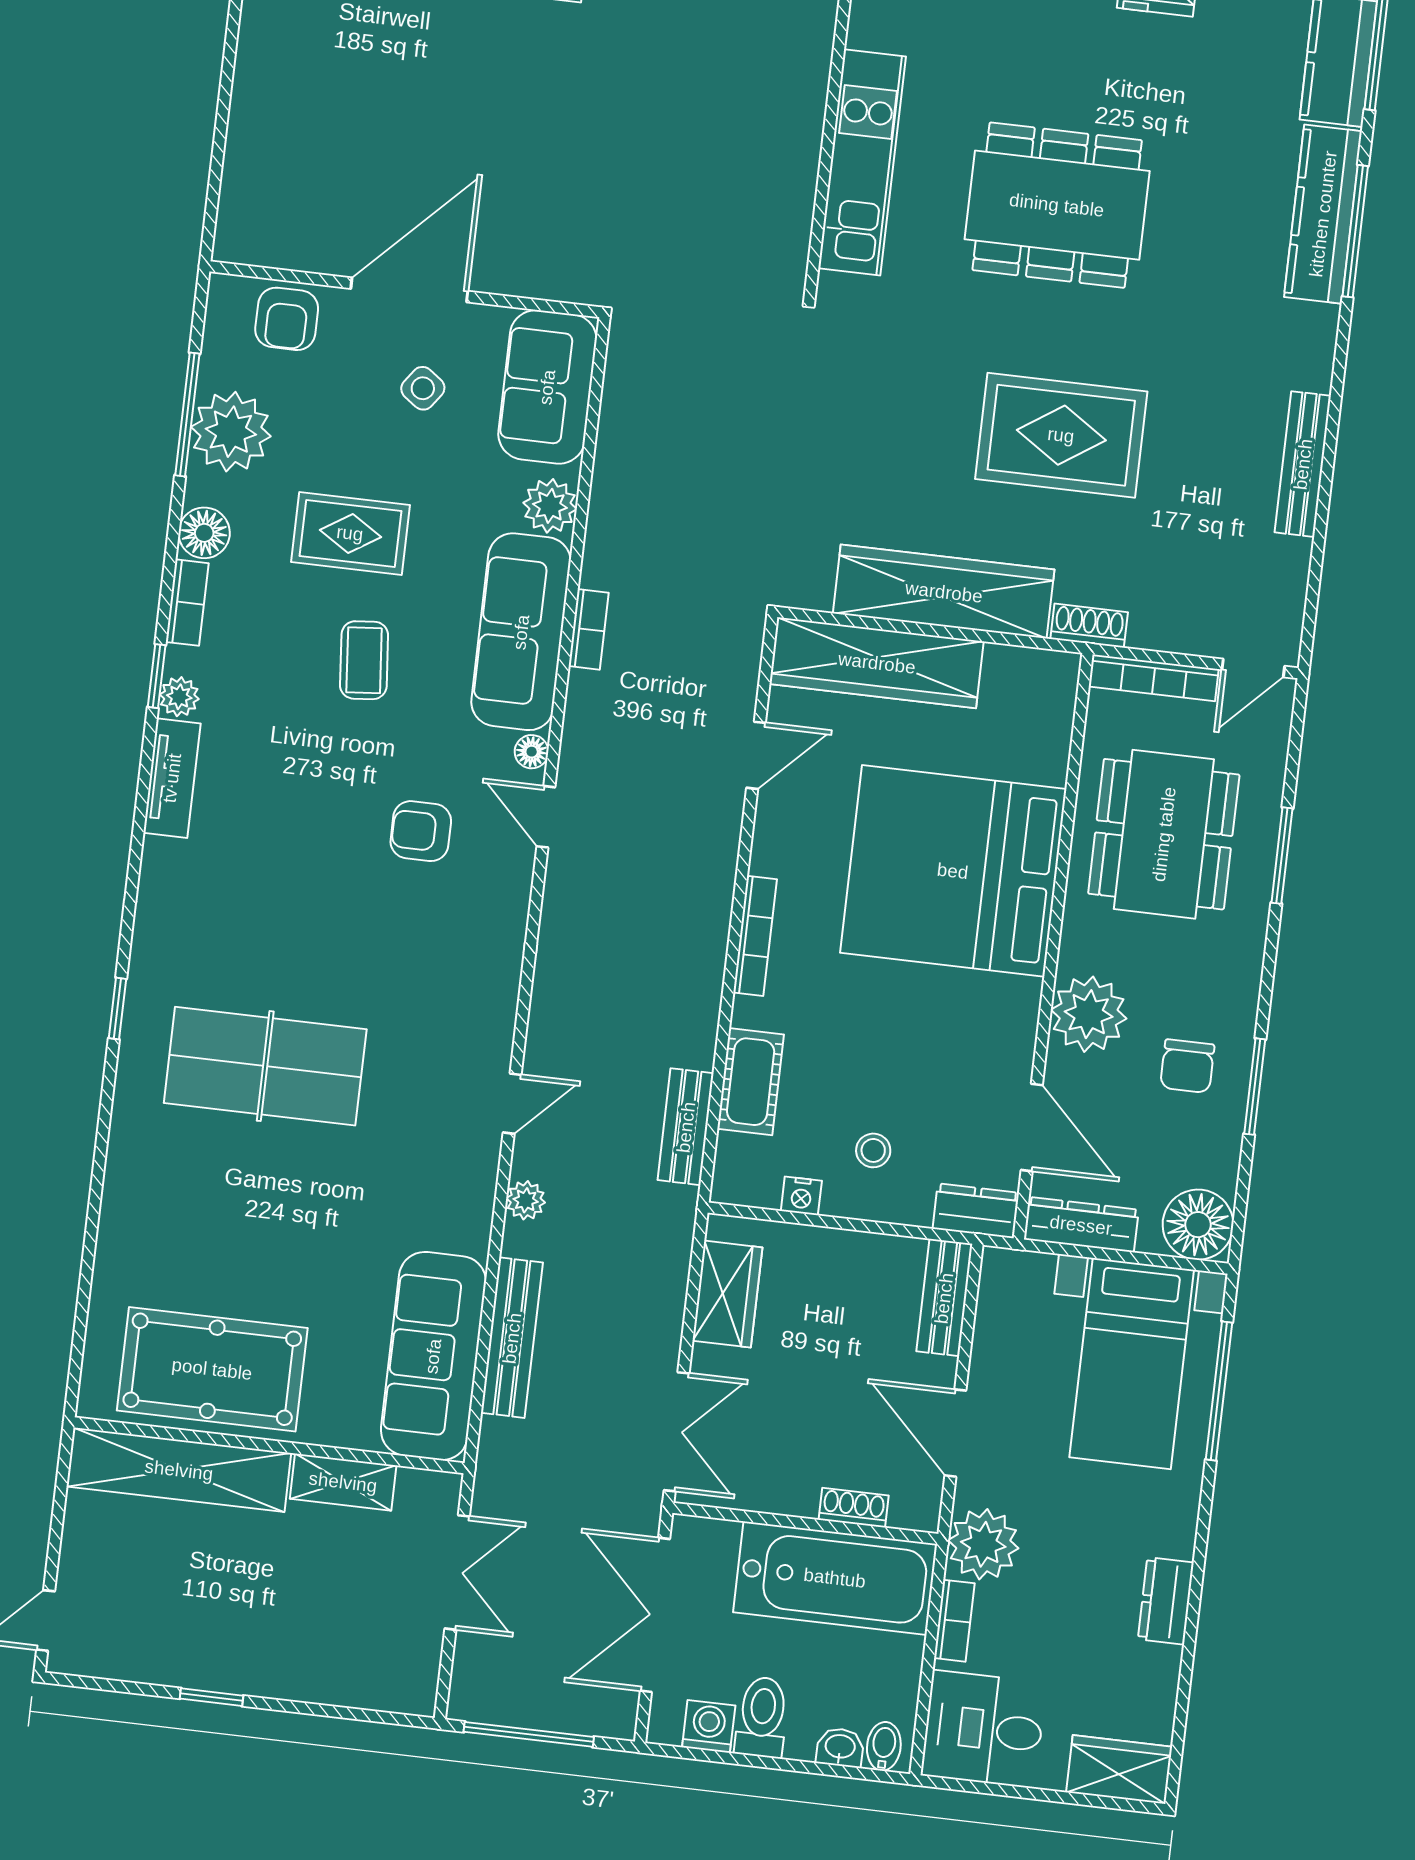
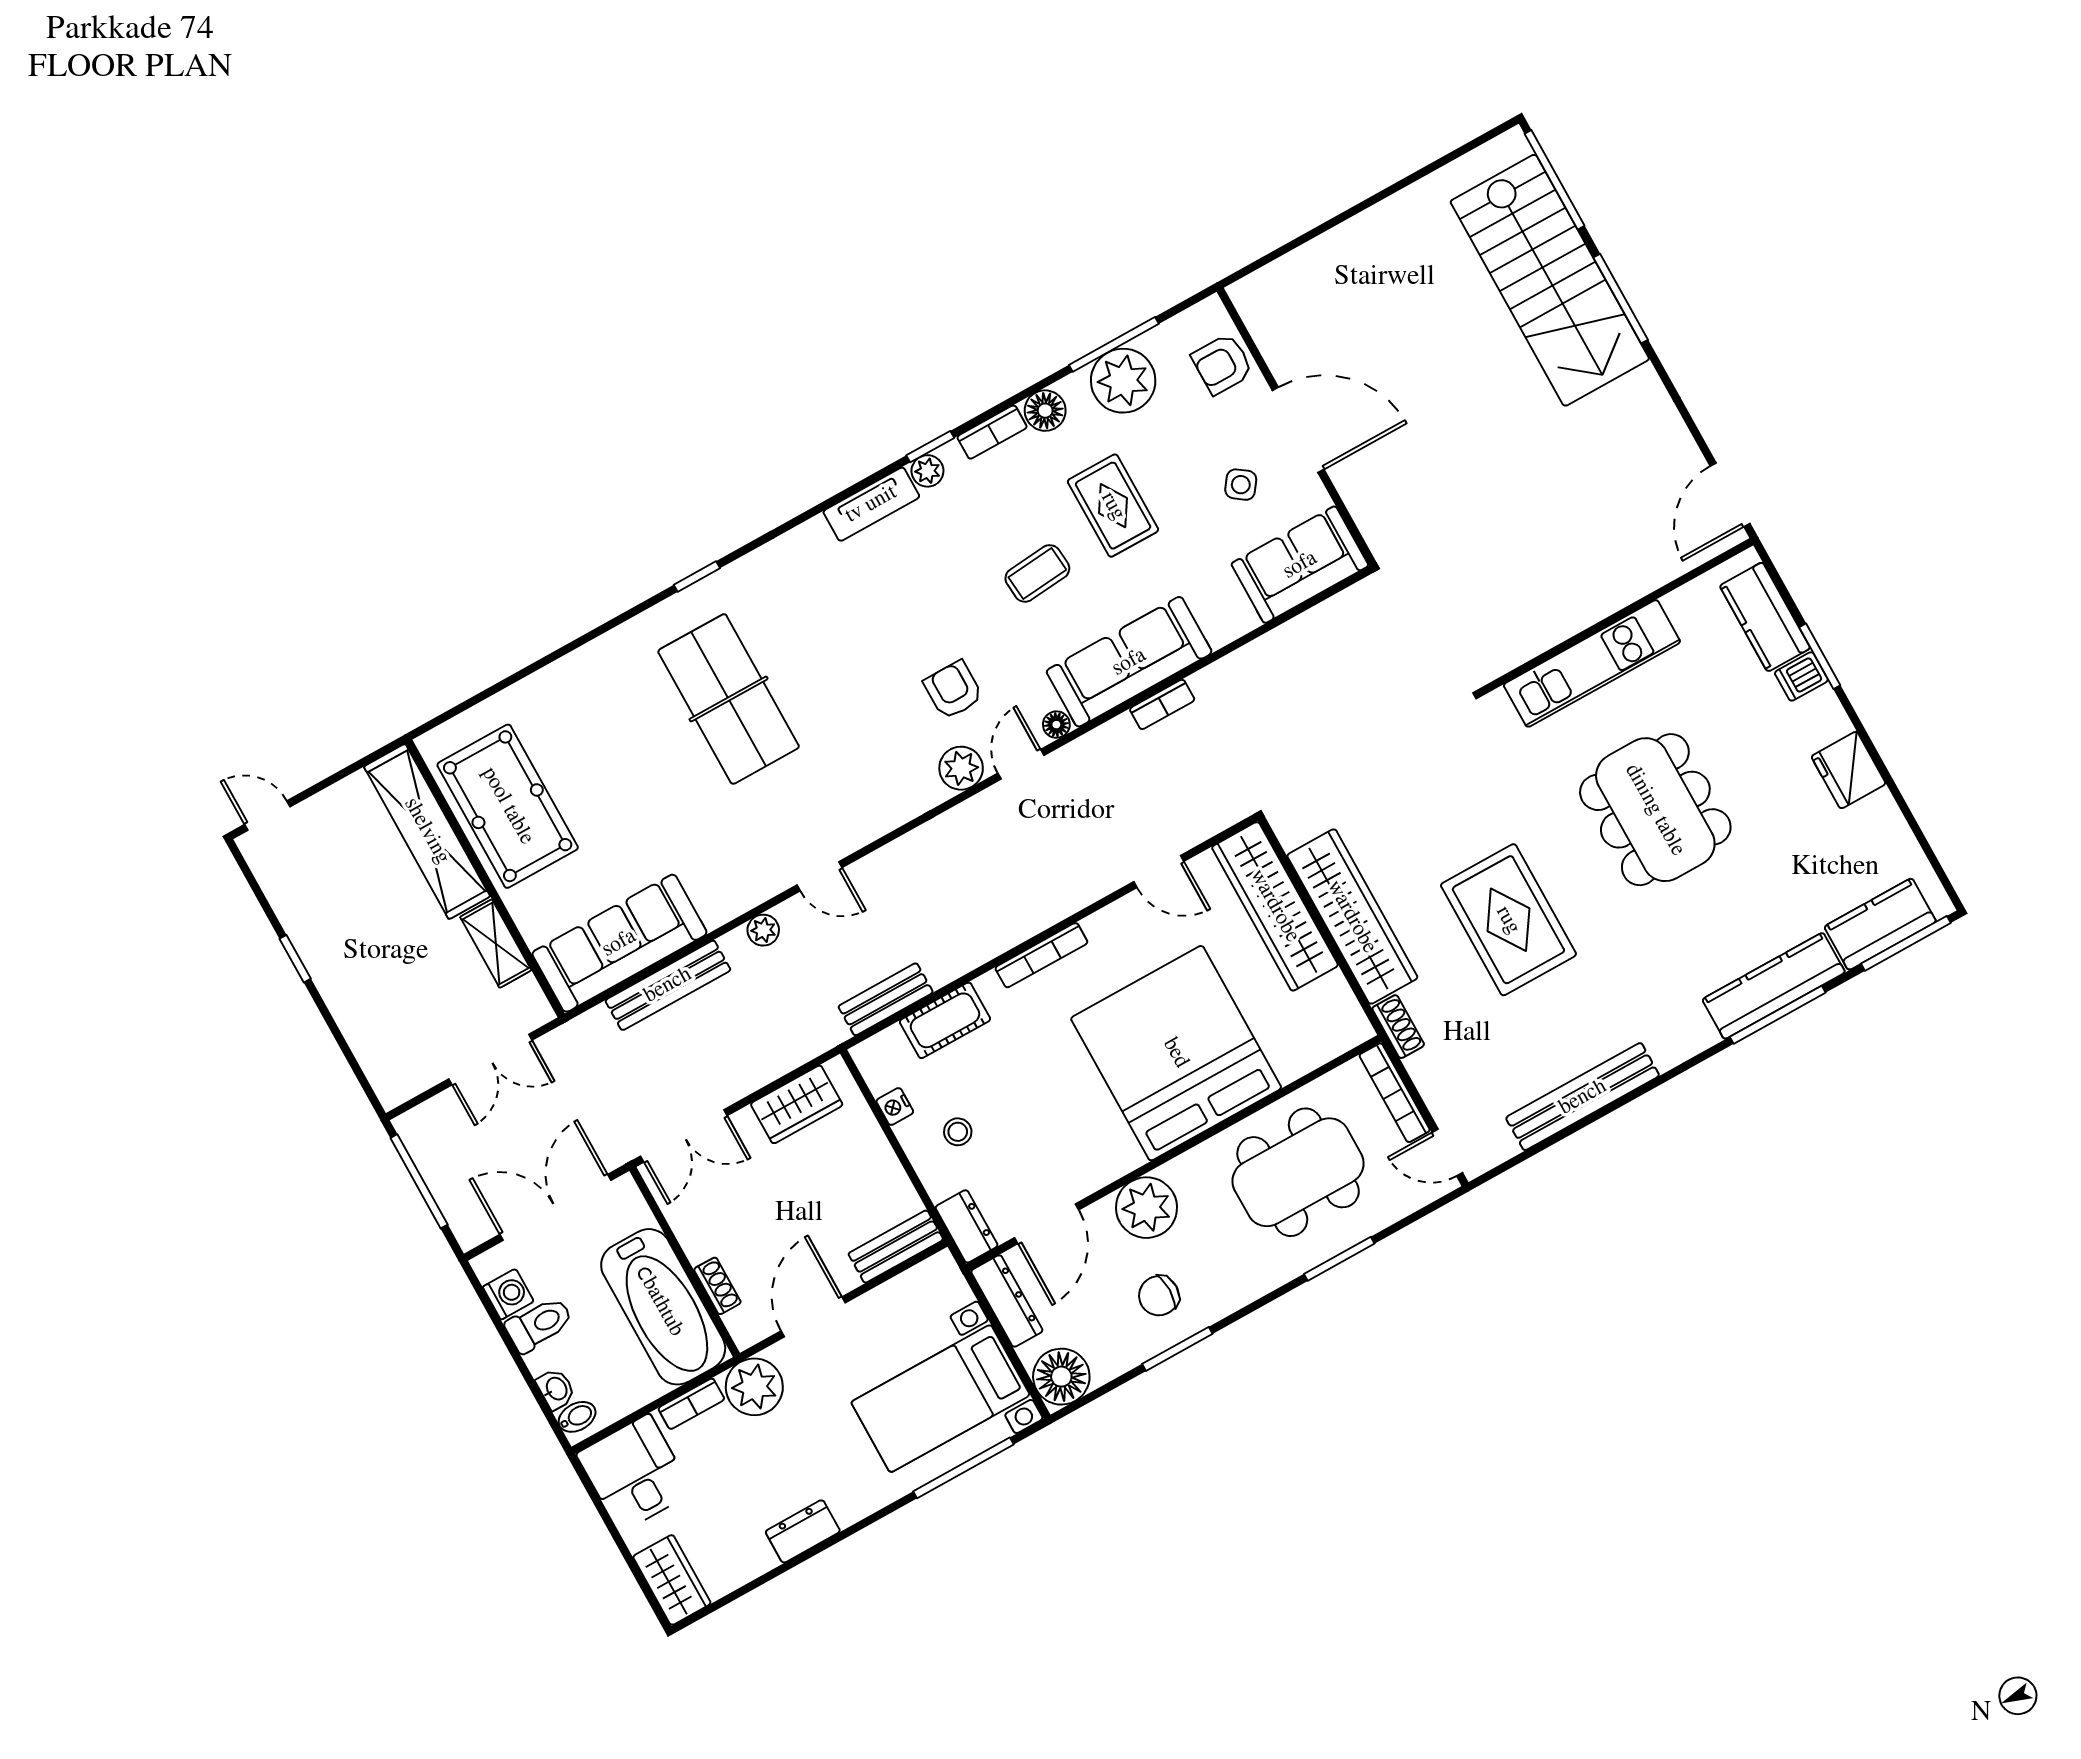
bench: (1303, 464) -> (1583, 1097), width x1.37, depth x1.21
plant: (550, 506) -> (961, 768), moved

